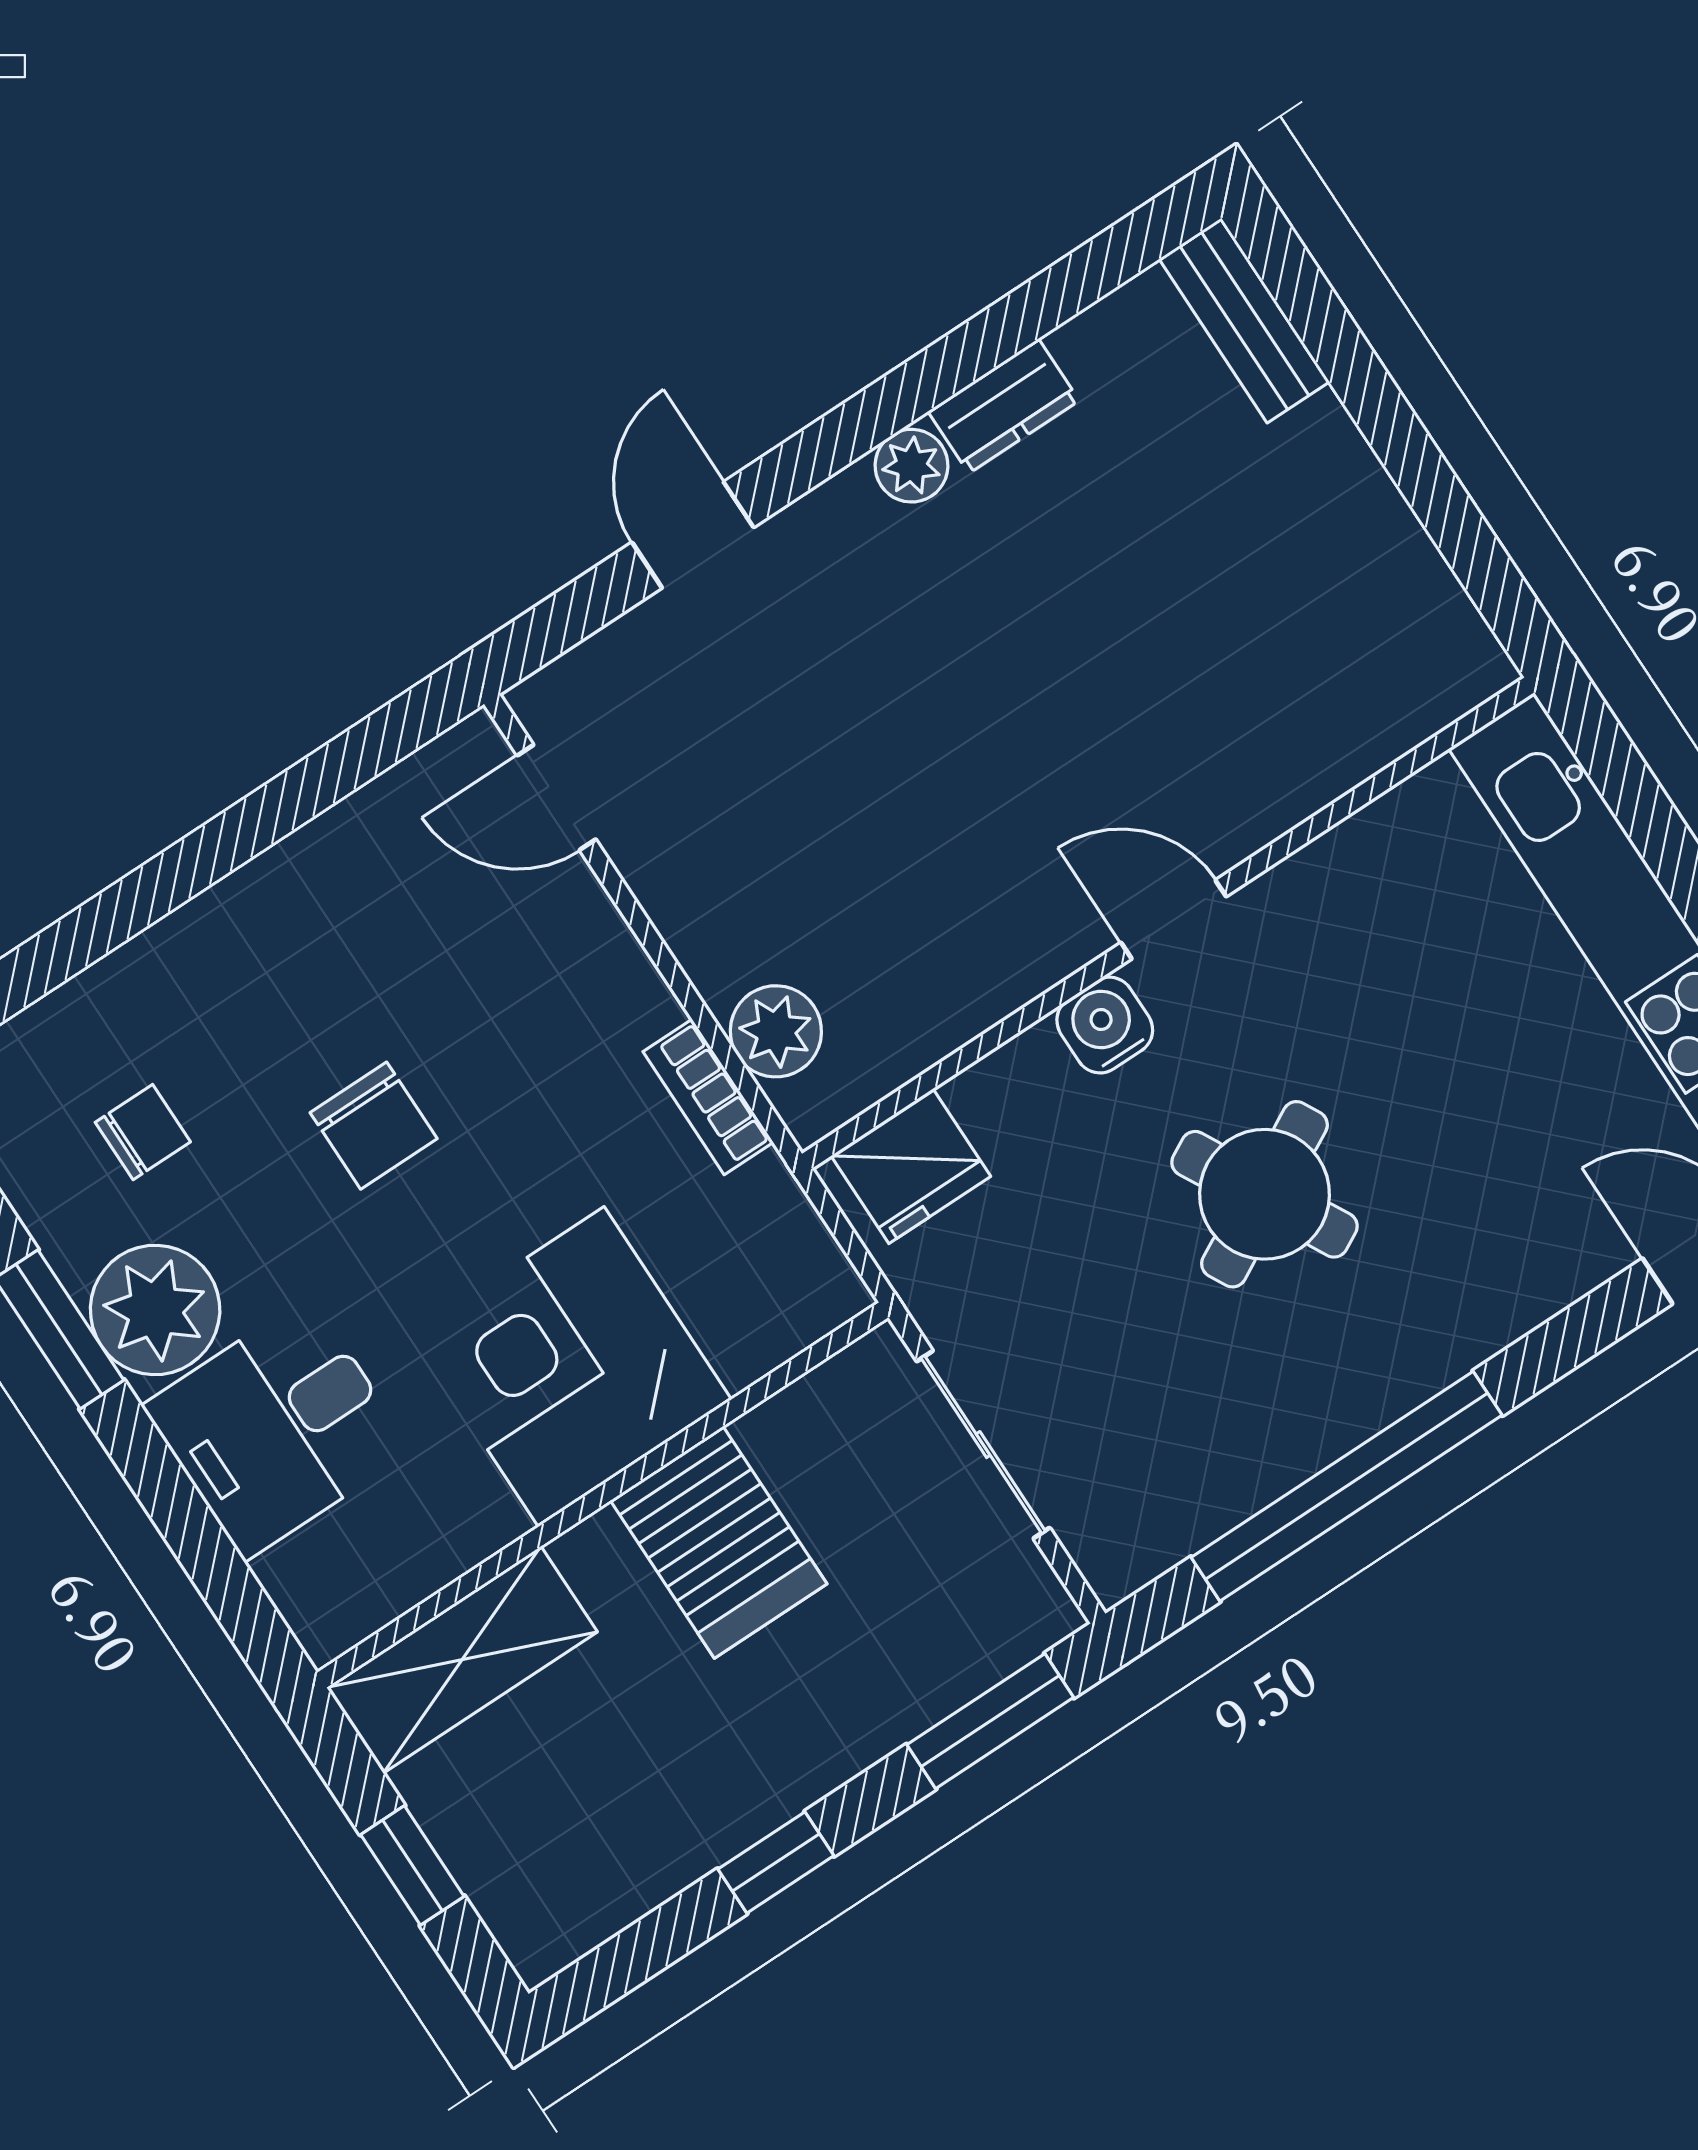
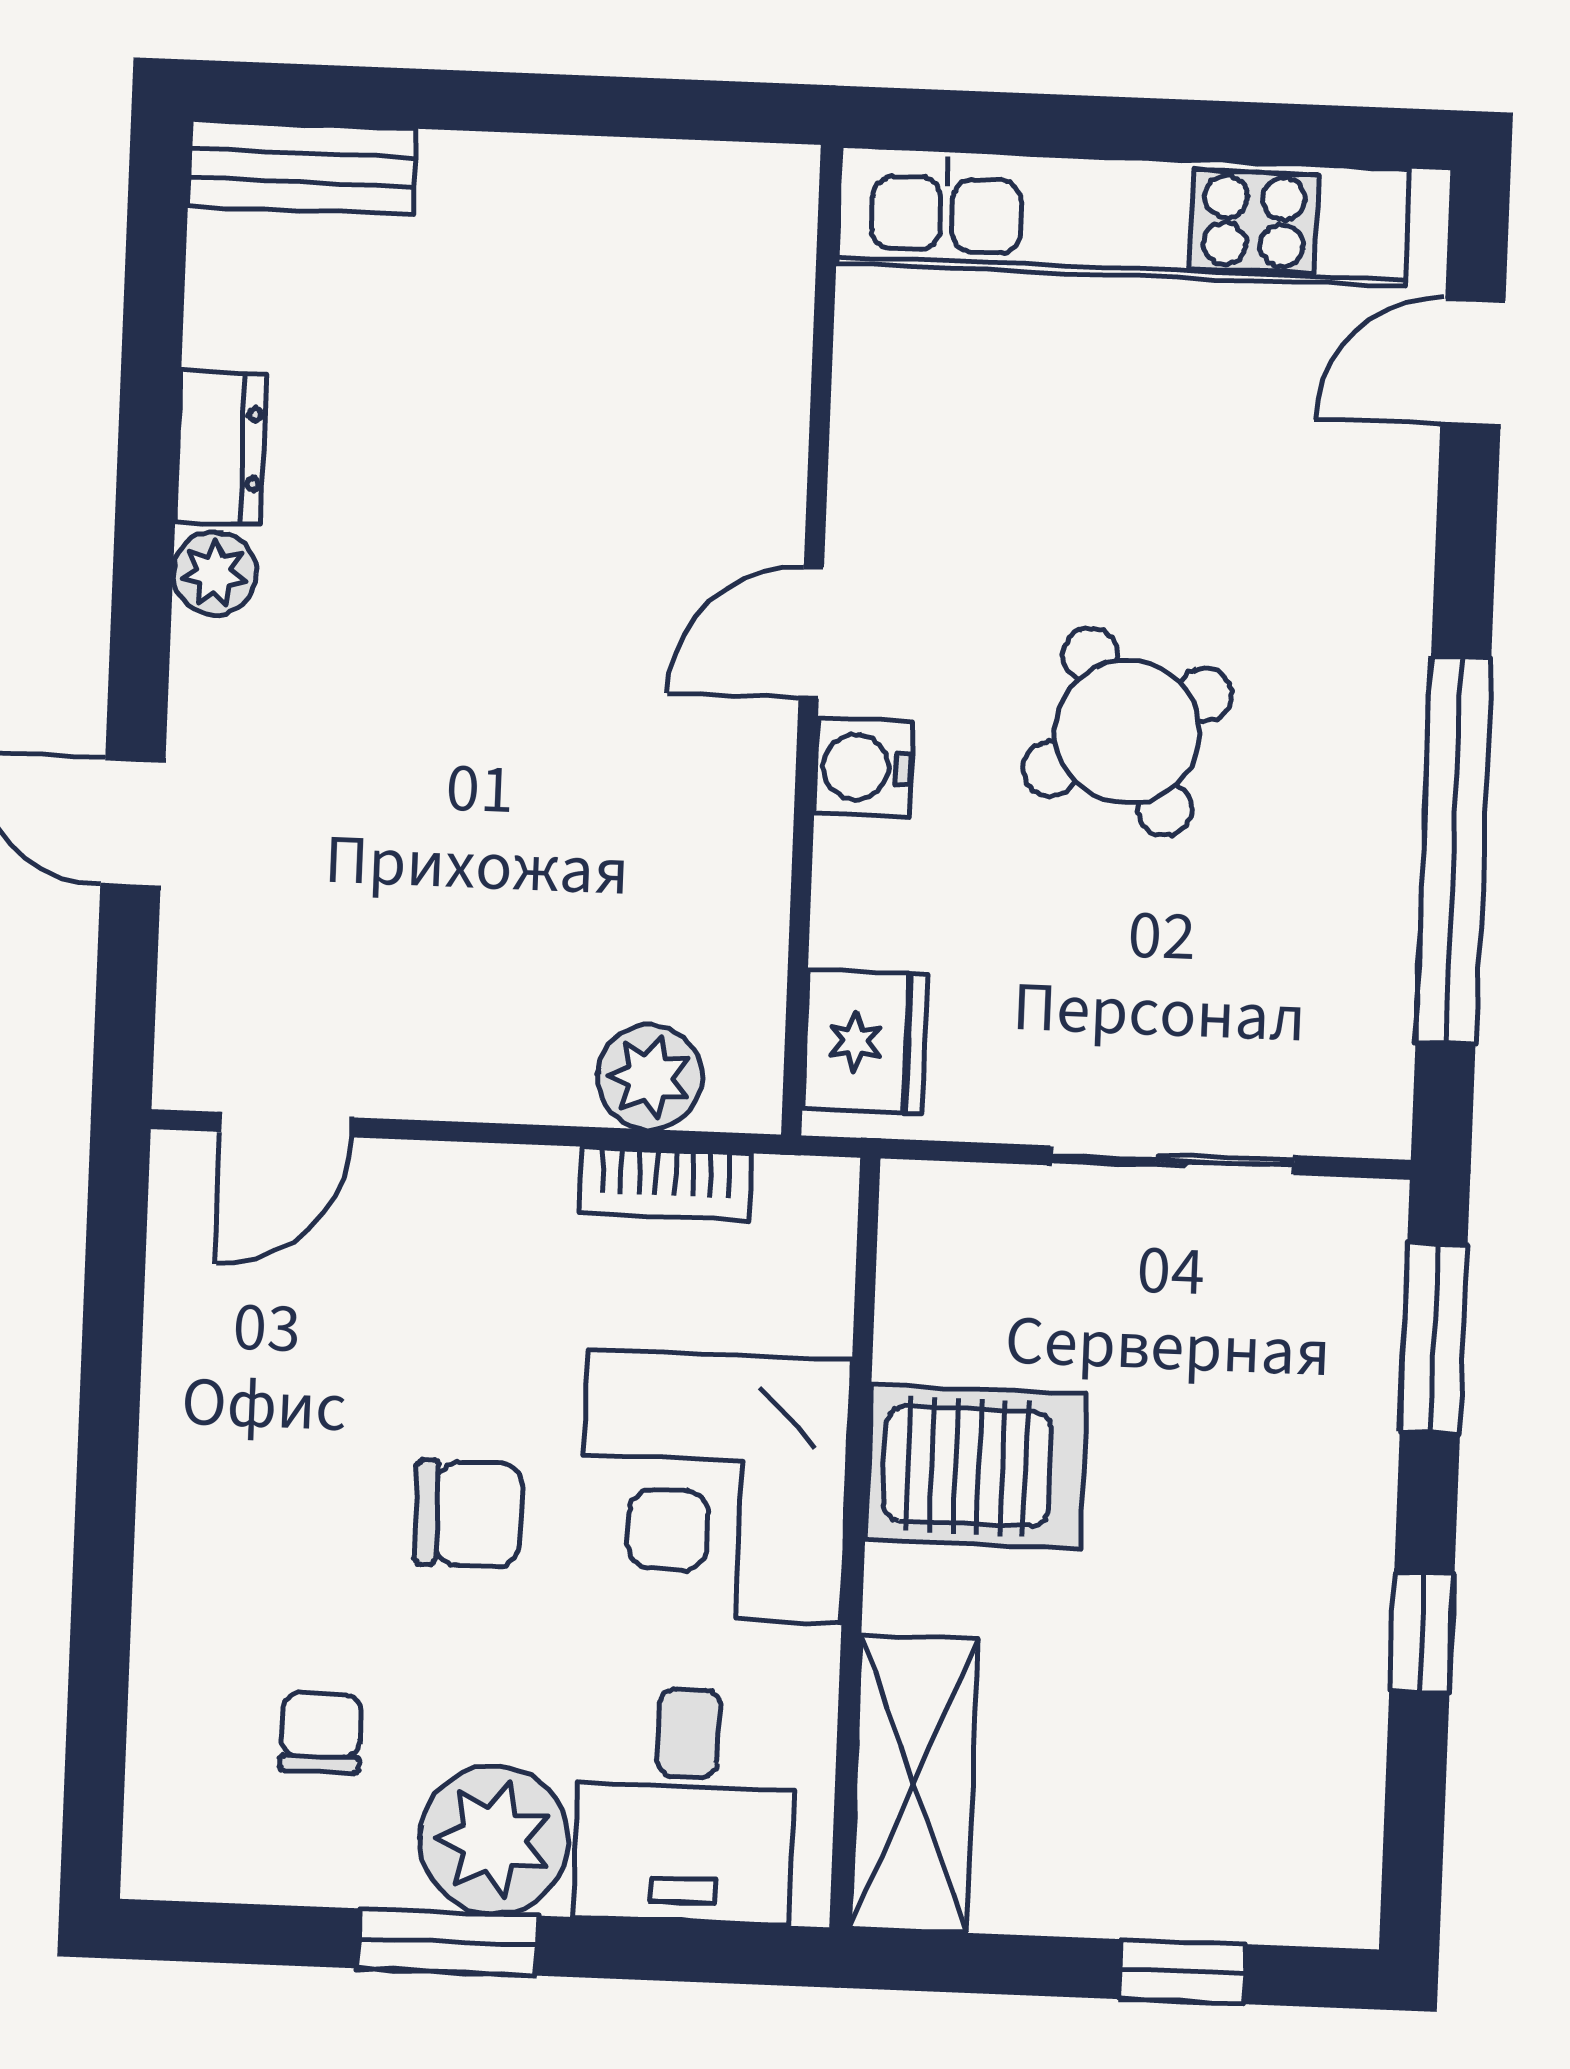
corner desk: (571, 1367) -> (715, 1486), moved
wall: (603, 1495) -> (855, 1543), moved
server rack: (719, 1542) -> (976, 1467), moved
shelving: (462, 1660) -> (914, 1784), moved

